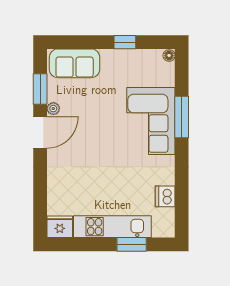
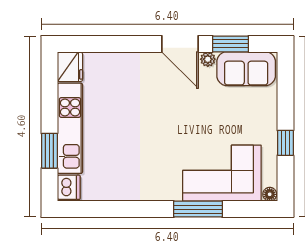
sofa: (75, 63) -> (246, 69), moved, turned -90
corner sofa: (151, 121) -> (222, 173), moved
dishwasher: (165, 196) -> (69, 187), moved, turned 90

